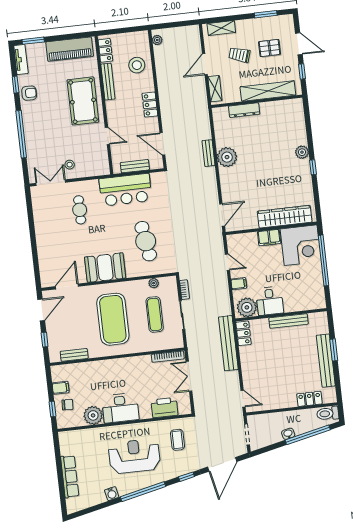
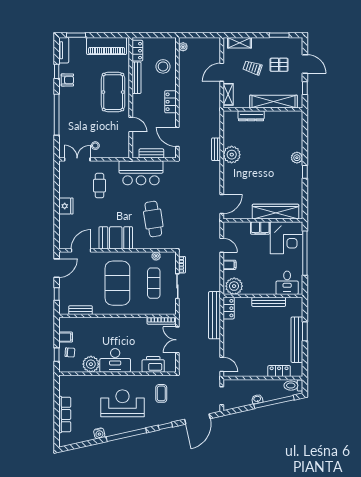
fridge: (44, 238) -> (66, 206), added
desk: (270, 301) -> (287, 283), moved

